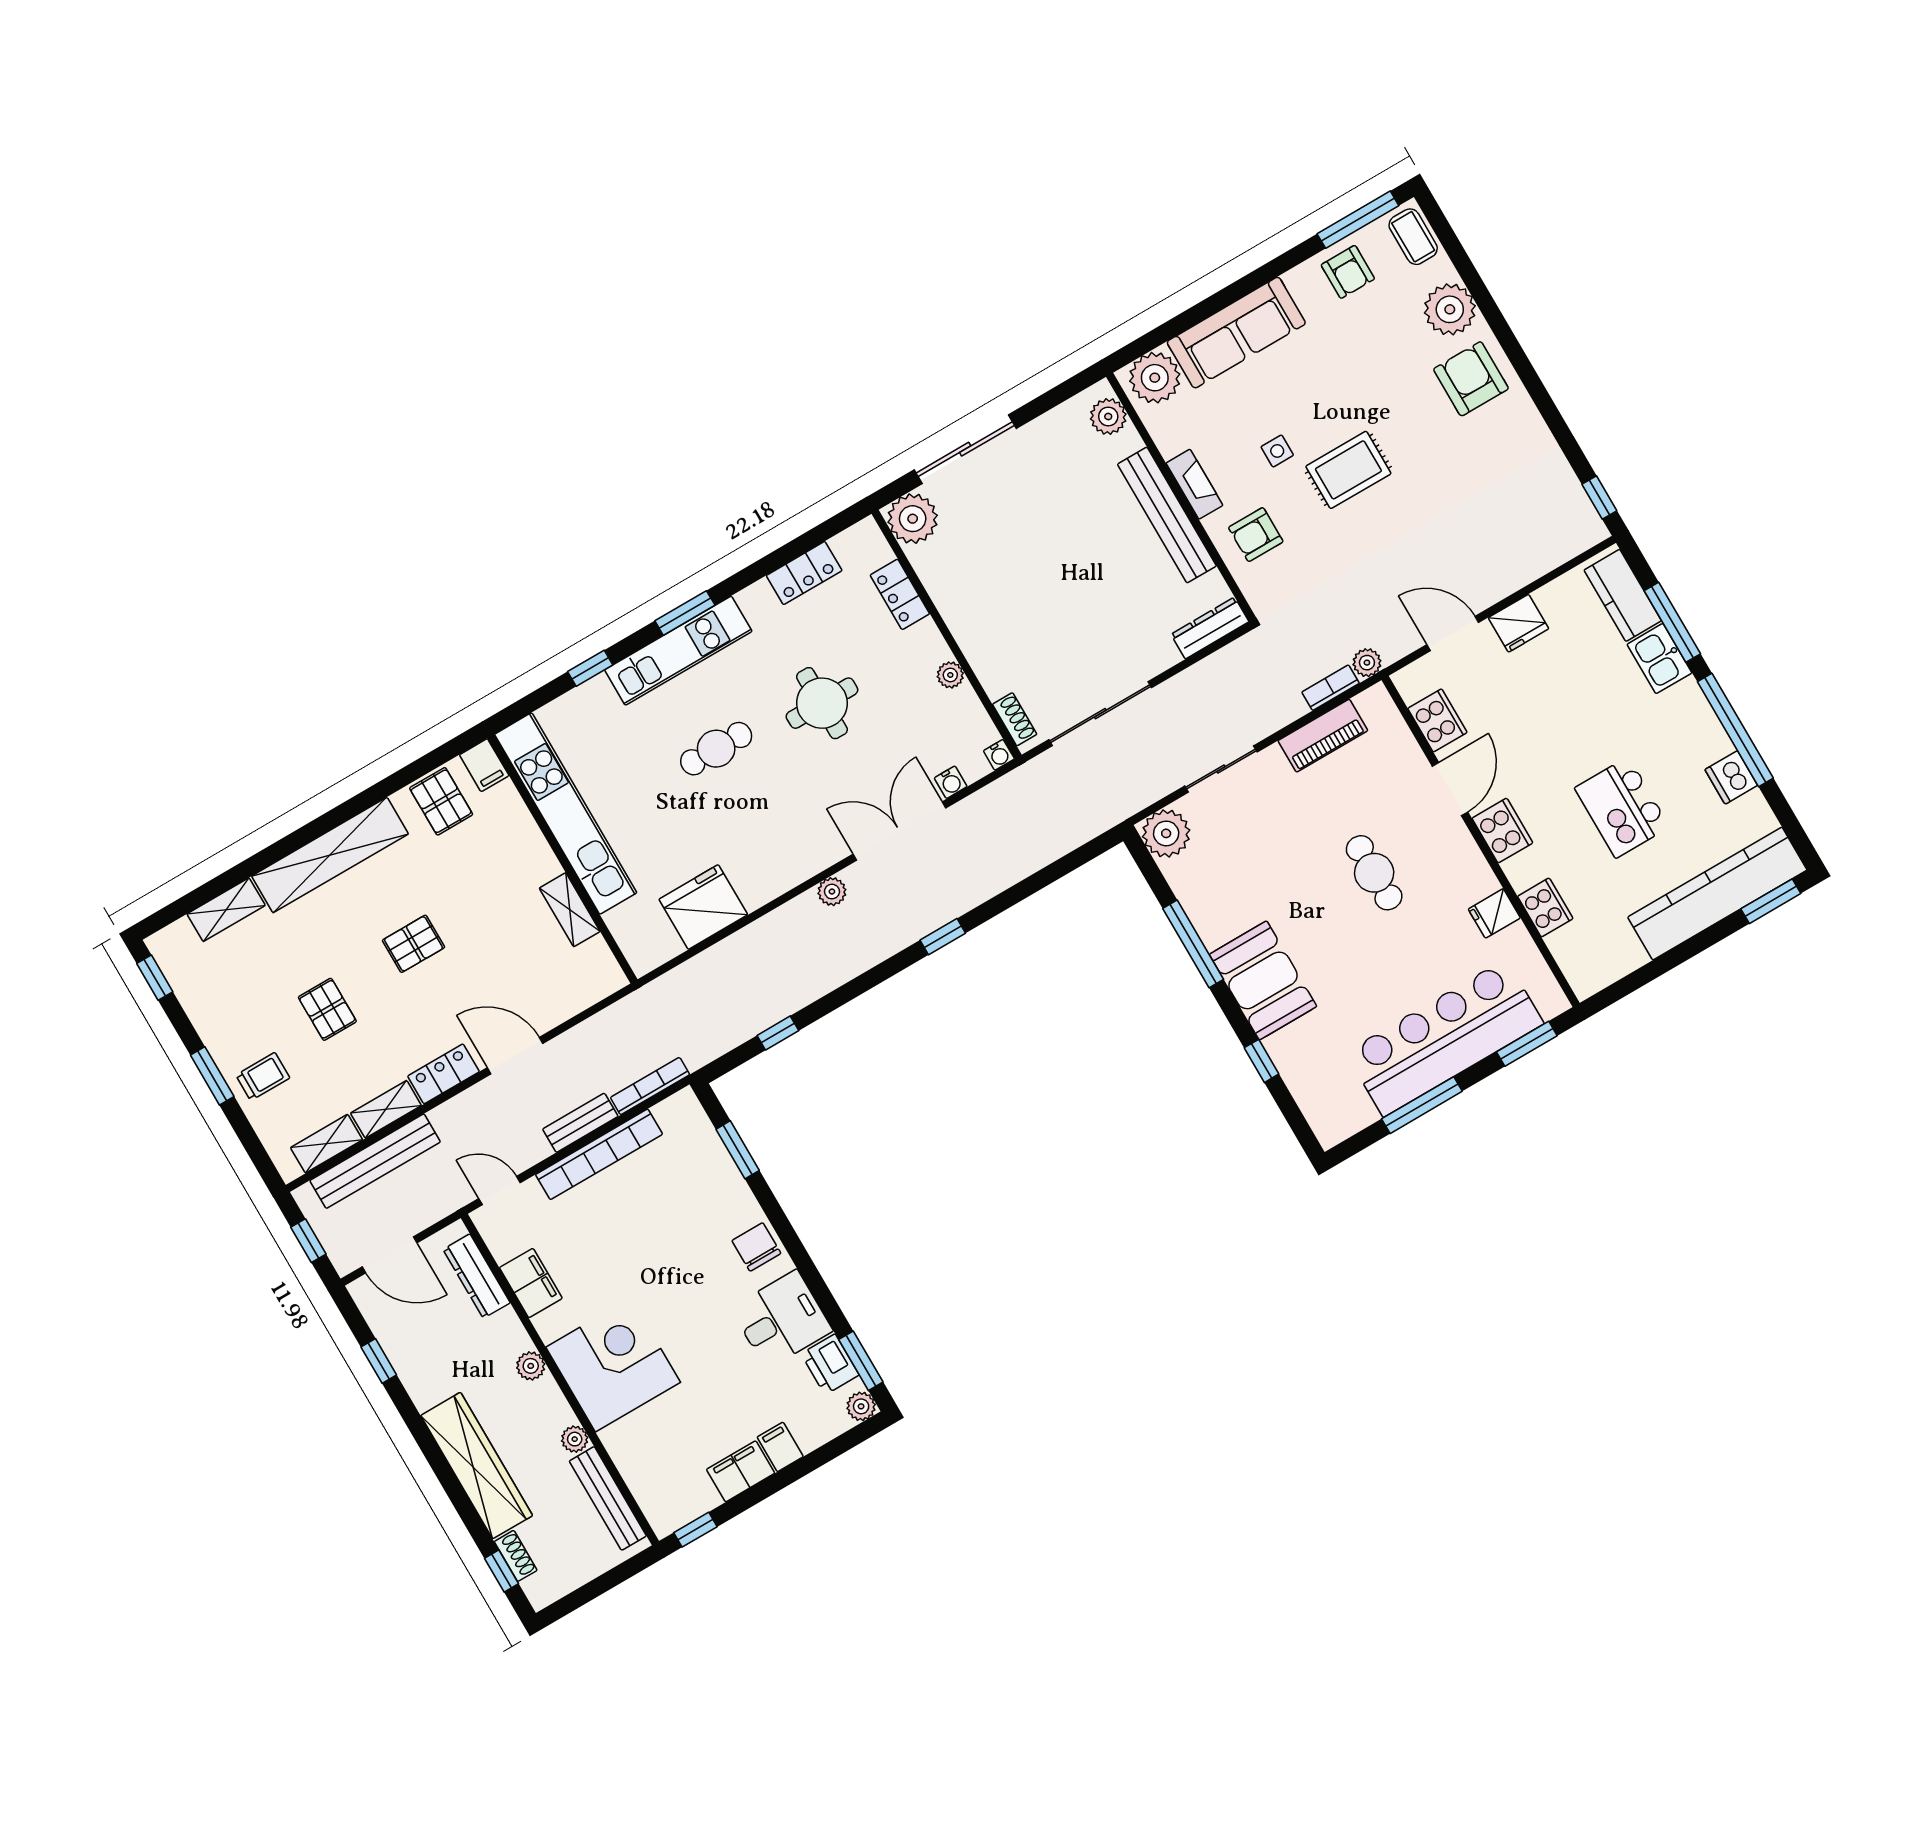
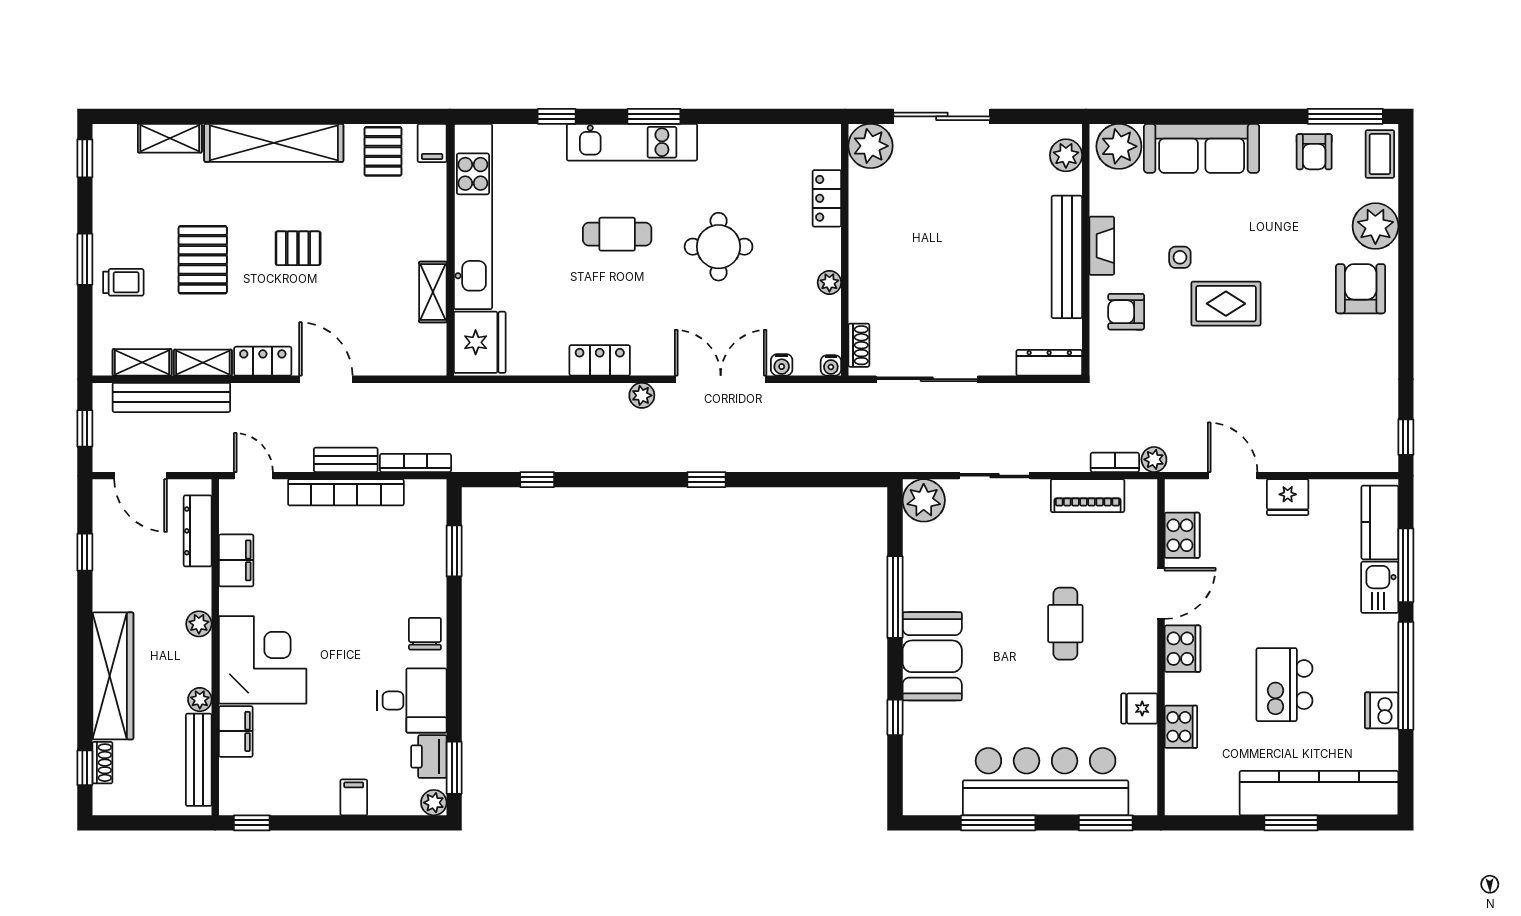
locker: (804, 573) -> (600, 360), moved, turned 180
window: (1771, 901) -> (1291, 823), moved
fridge: (703, 907) -> (480, 342), moved, turned 90
pallet: (327, 1009) -> (203, 260), width x1.50, depth x1.42
filing cabinet: (741, 1471) -> (236, 731), moved, turned 90

